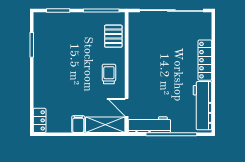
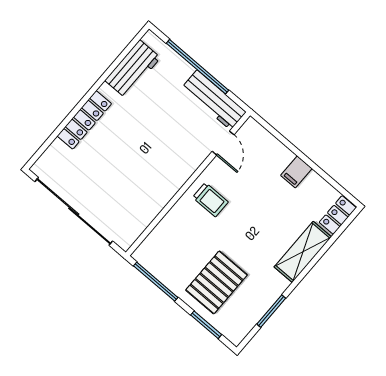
pallet: (113, 36) -> (217, 282), moved, width x1.50, depth x1.42
trolley: (109, 74) -> (210, 200), turned -90
workbench: (202, 106) -> (133, 69), width x0.73
shelving: (105, 125) -> (303, 252), moved, turned 90

